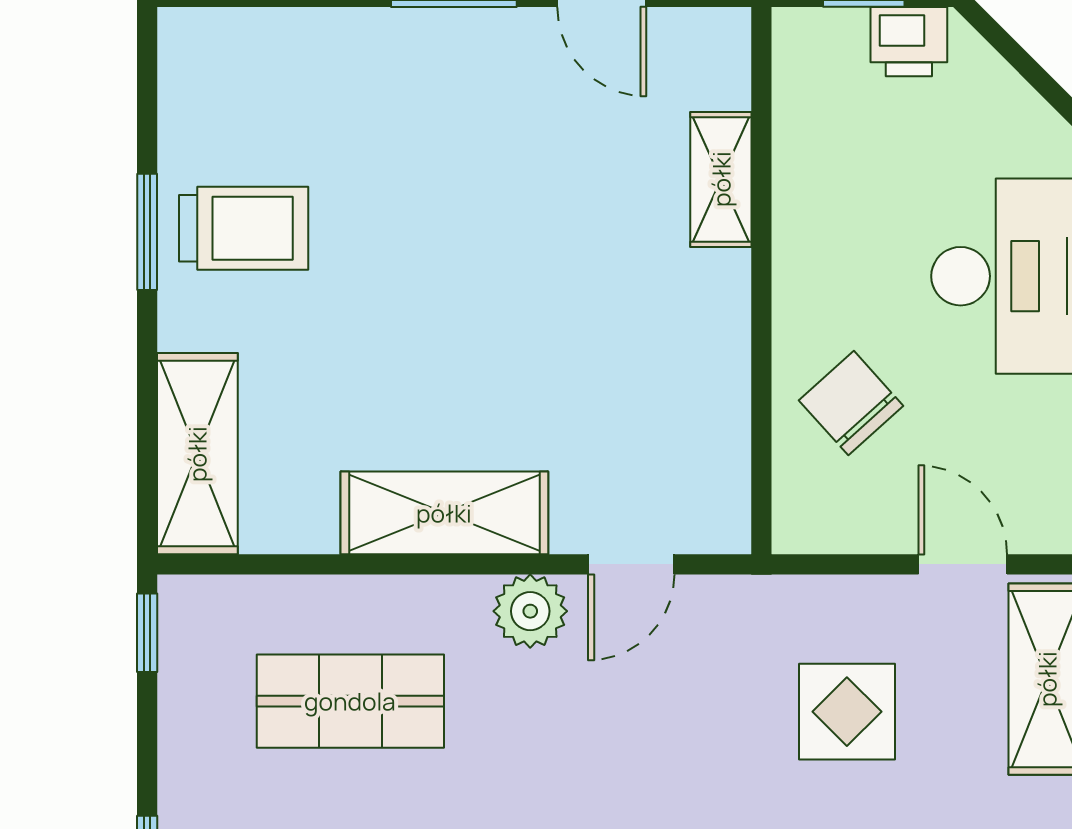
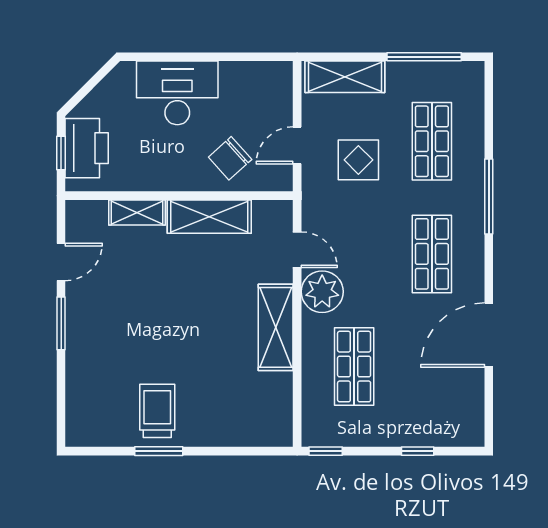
printer: (909, 42) -> (87, 148), width x1.87, depth x1.48
shelving: (197, 454) -> (209, 217), moved
door: (963, 564) -> (297, 145), moved
plant: (530, 611) -> (322, 292), width x1.36, depth x1.36

